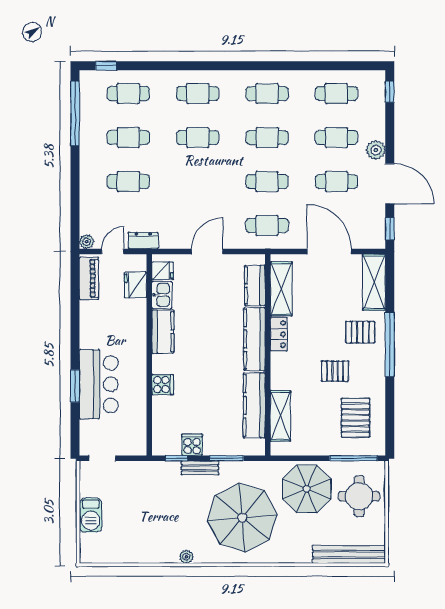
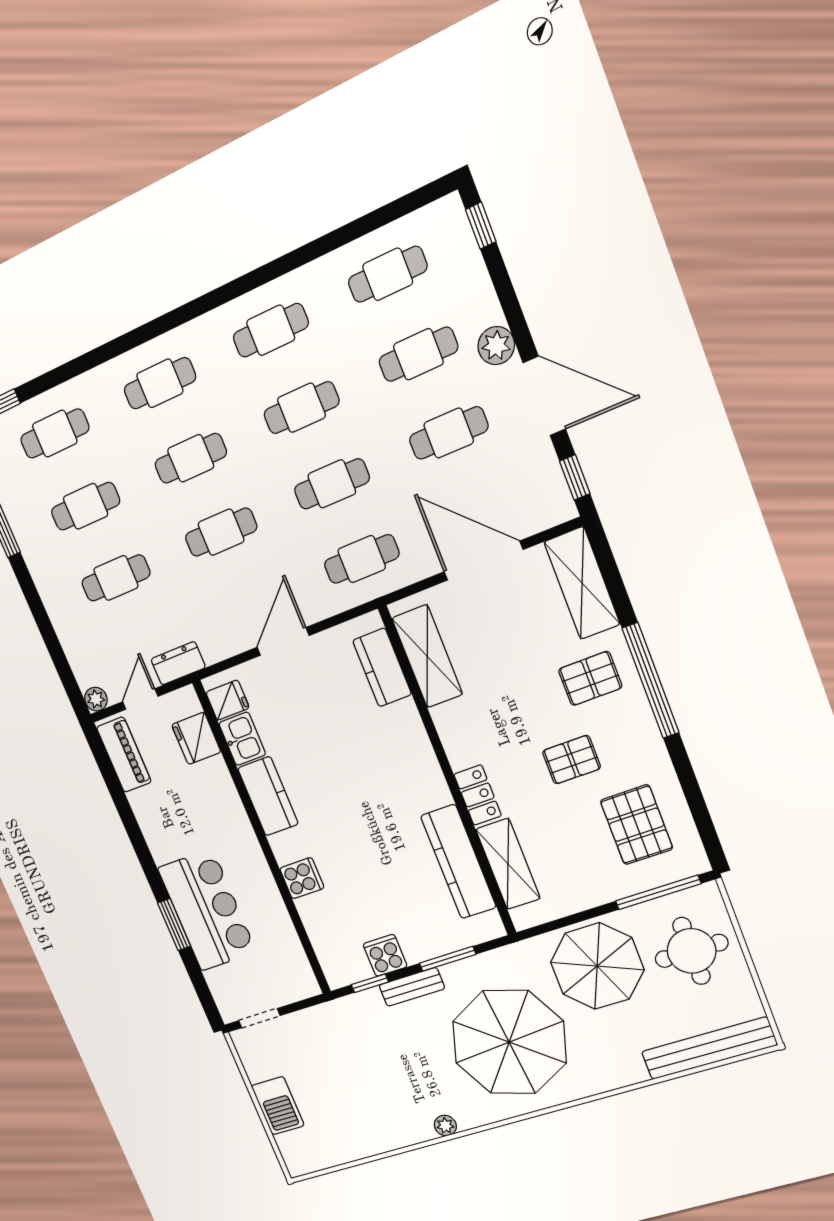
cafe table: (198, 182) -> (221, 532), added
locker: (279, 334) -> (478, 795), moved
kitchen counter: (254, 339) -> (416, 755), removed

